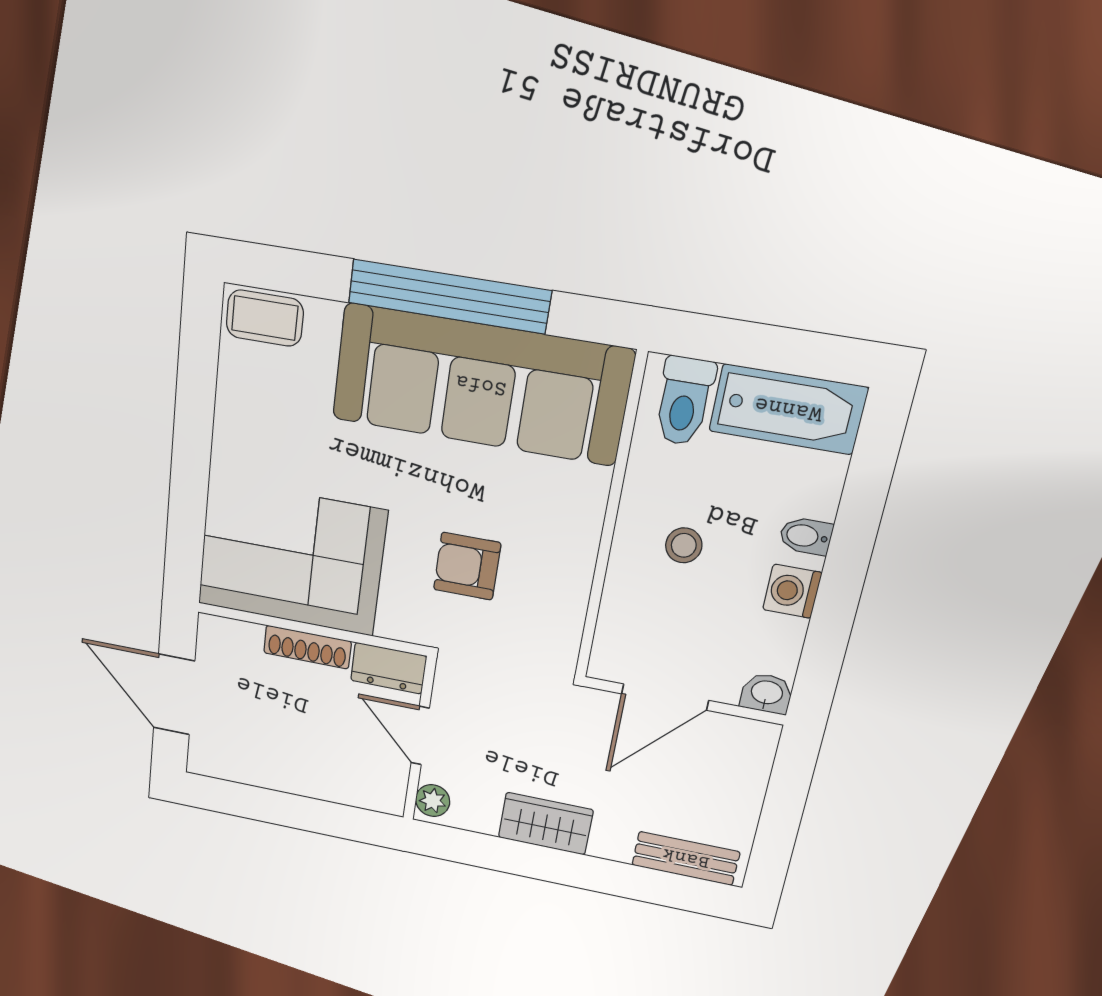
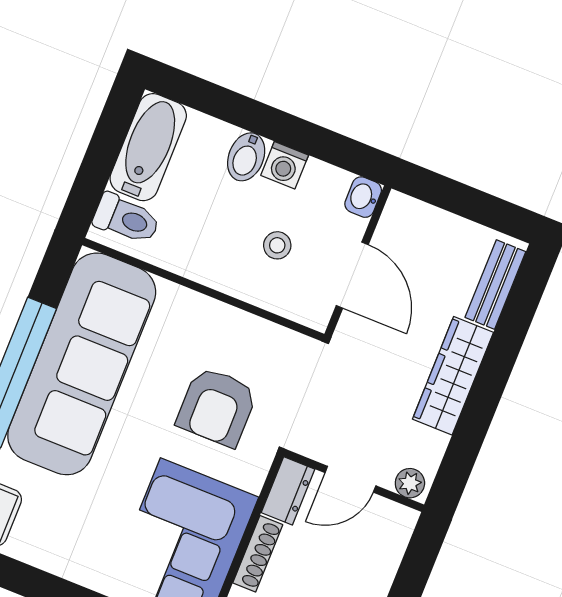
bidet: (806, 536) -> (246, 157), width x1.38, depth x1.36
stool: (684, 545) -> (277, 245), moved
armchair: (467, 566) -> (217, 407), width x1.38, depth x1.38
wardrobe: (546, 824) -> (453, 376), width x1.50

